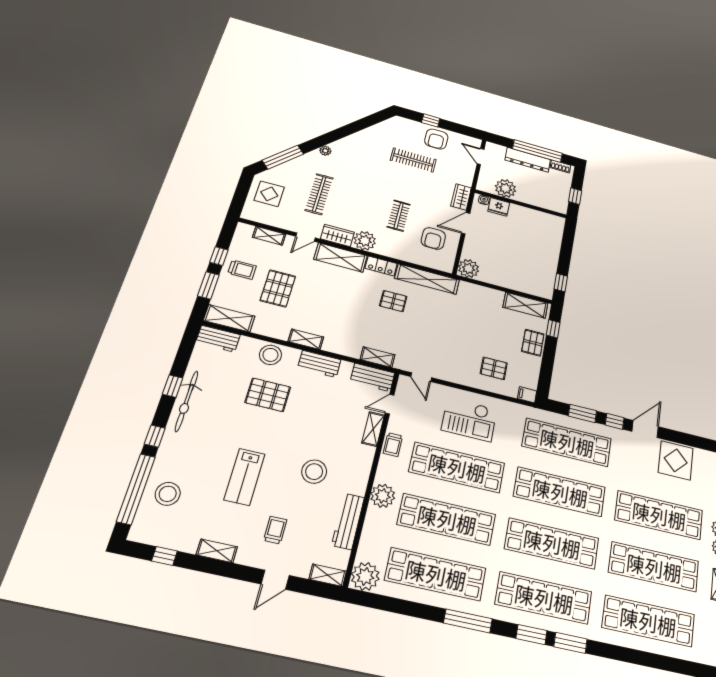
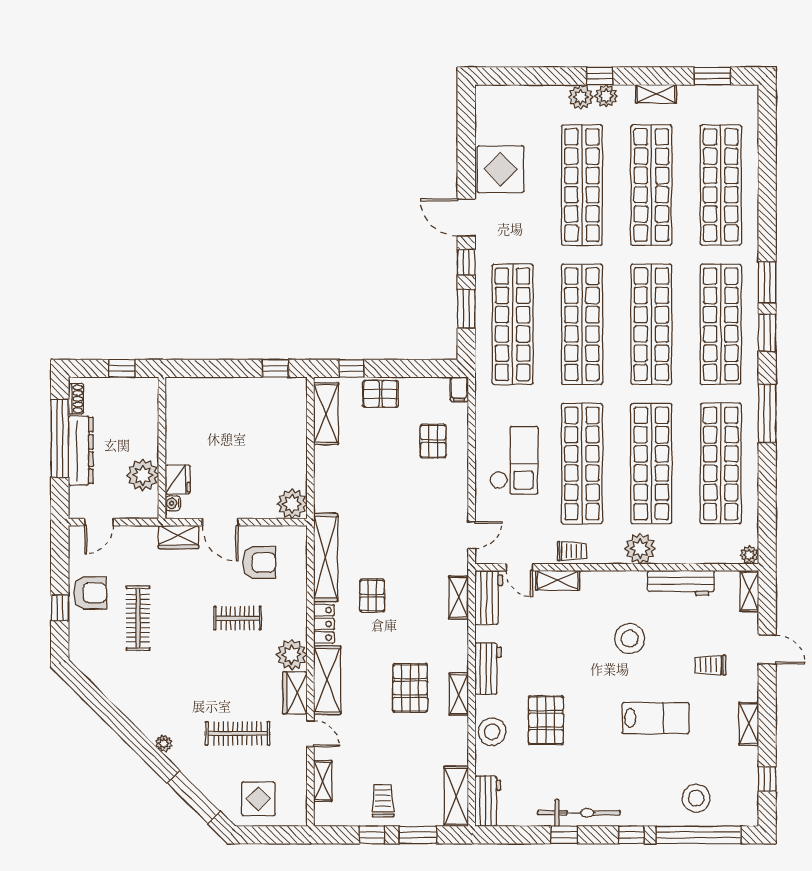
pallet: (278, 288) -> (410, 688), moved, turned 90
plant: (365, 576) -> (749, 555), width x0.53, depth x0.53

